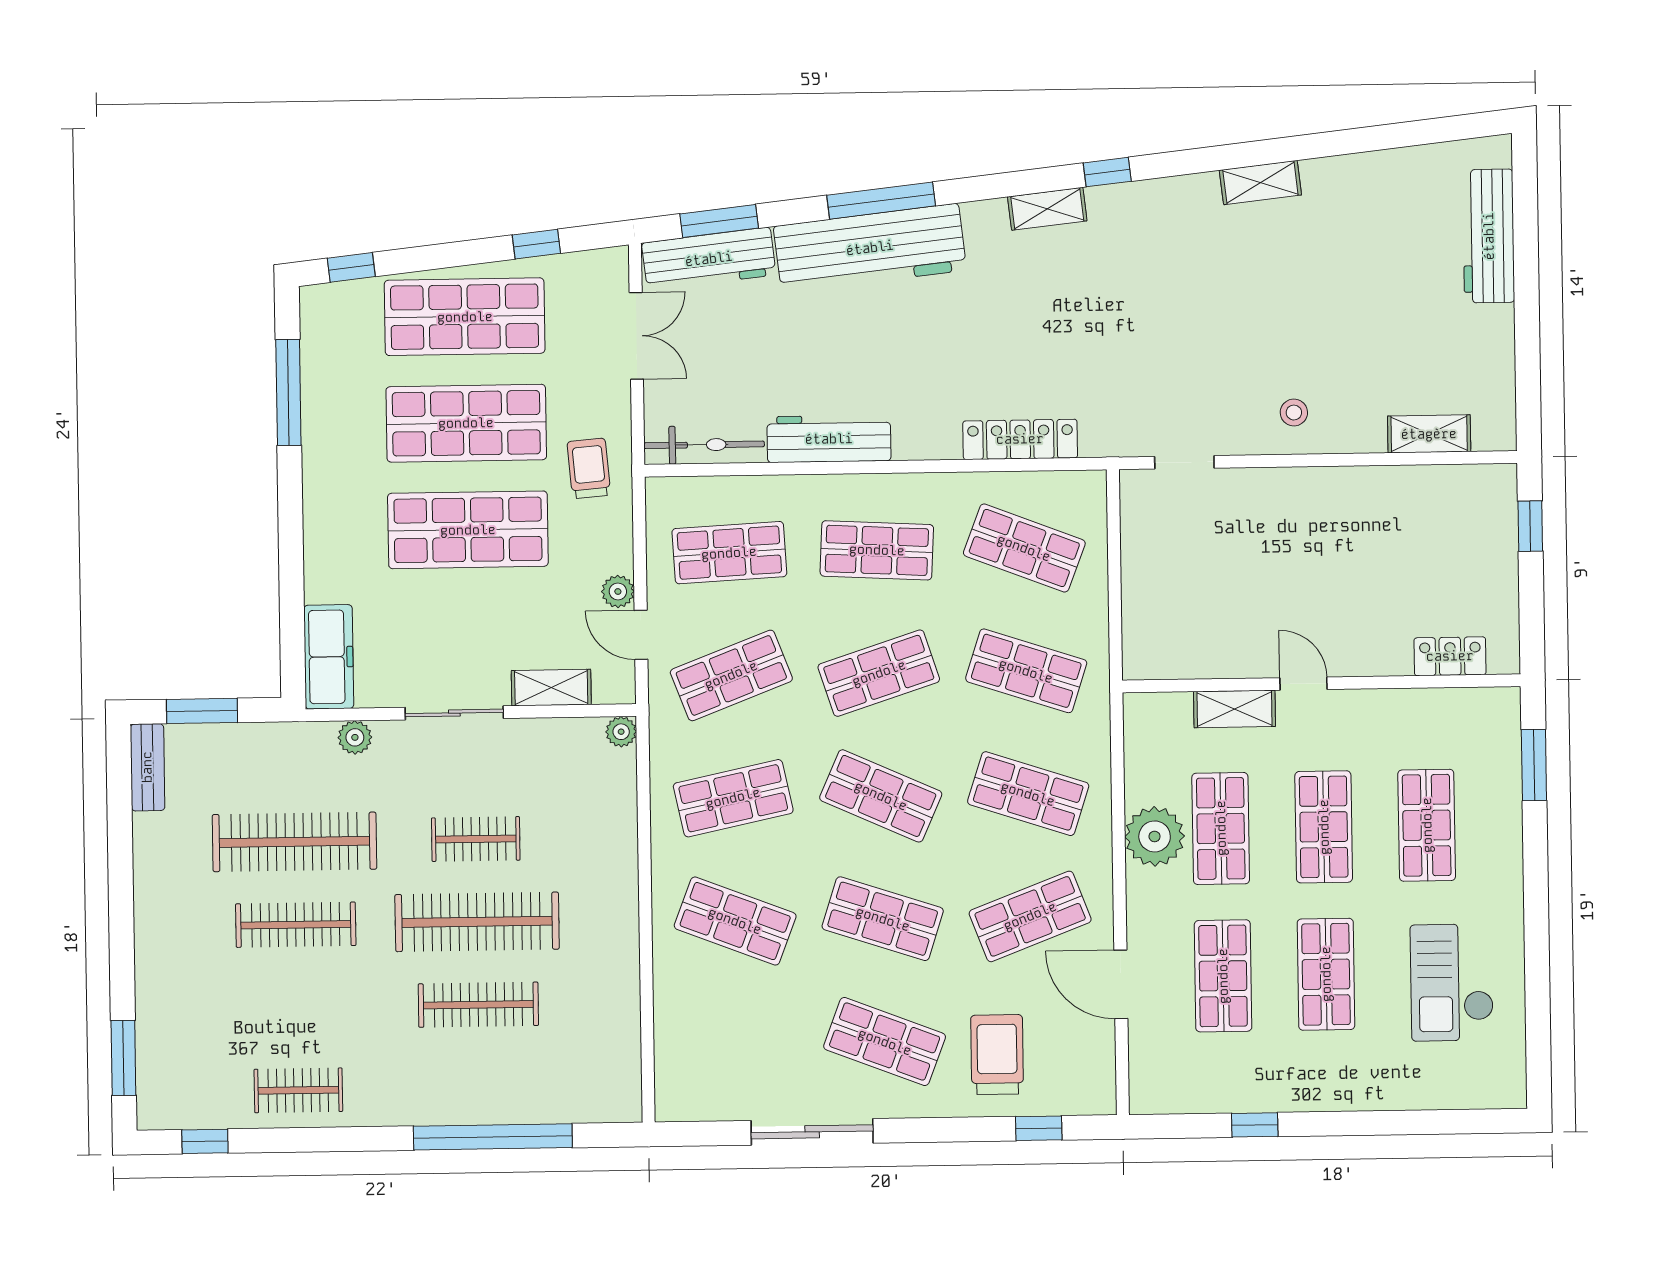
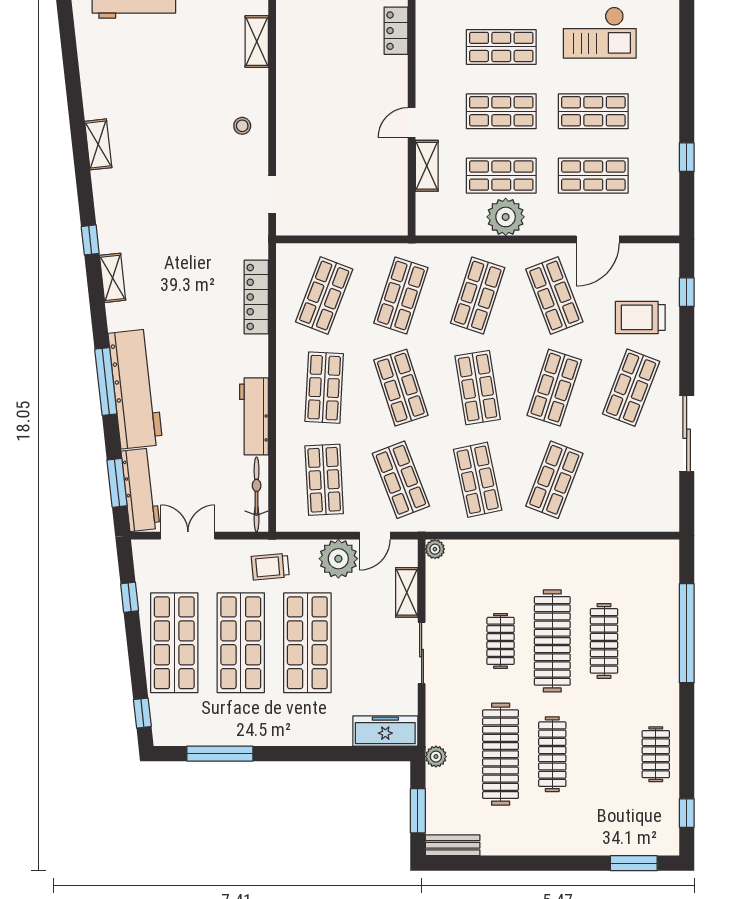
plant: (618, 591) -> (338, 559), width x1.88, depth x1.88
plant: (355, 737) -> (436, 757), moved
shop shelf: (881, 796) -> (478, 388), turned -33

